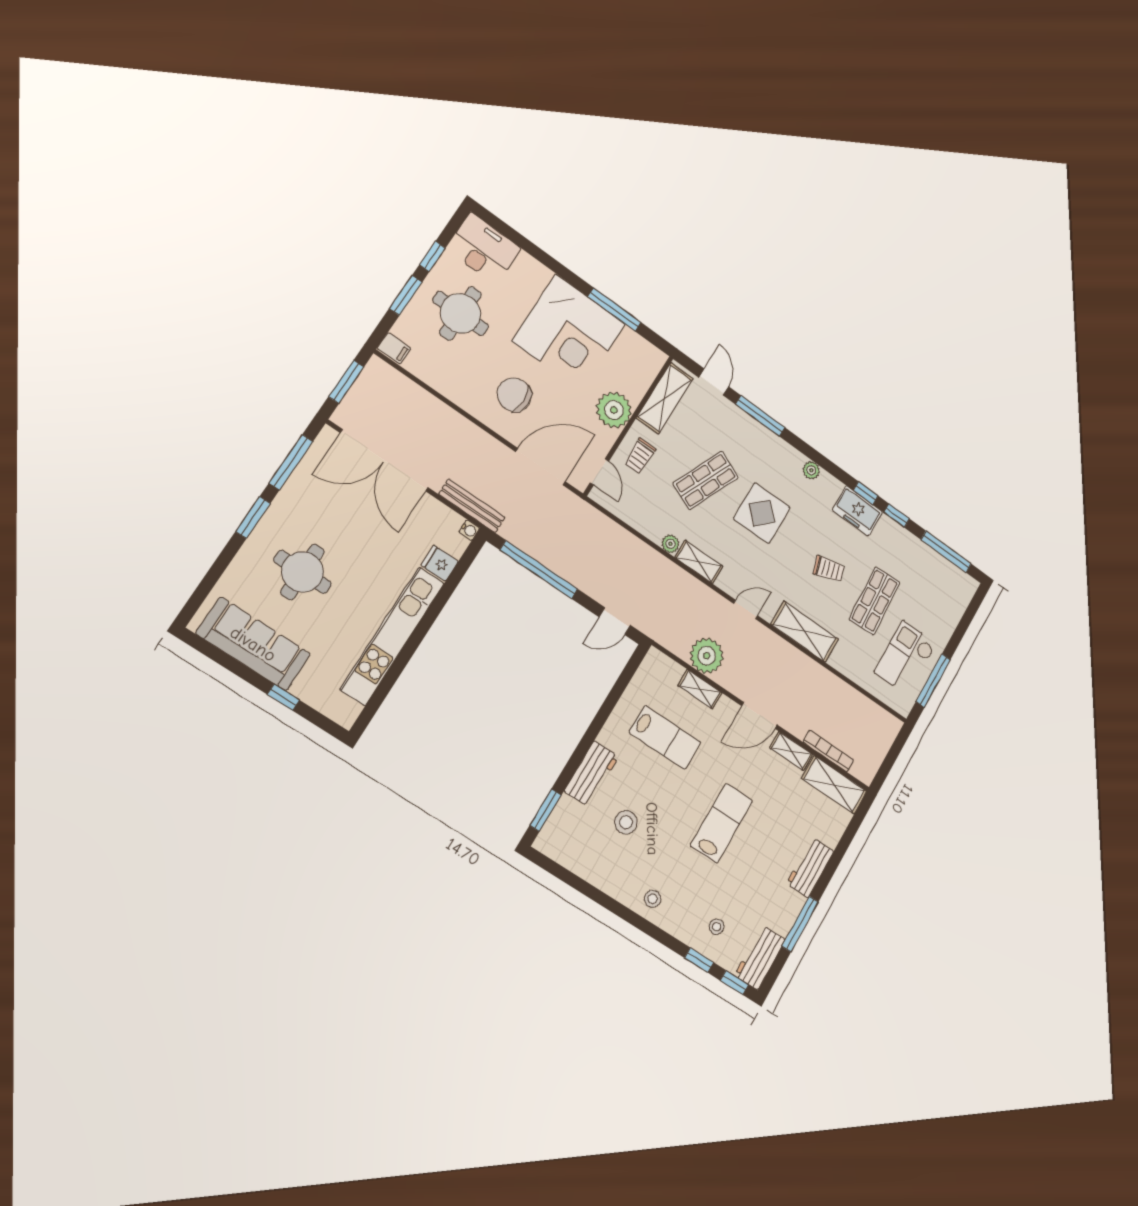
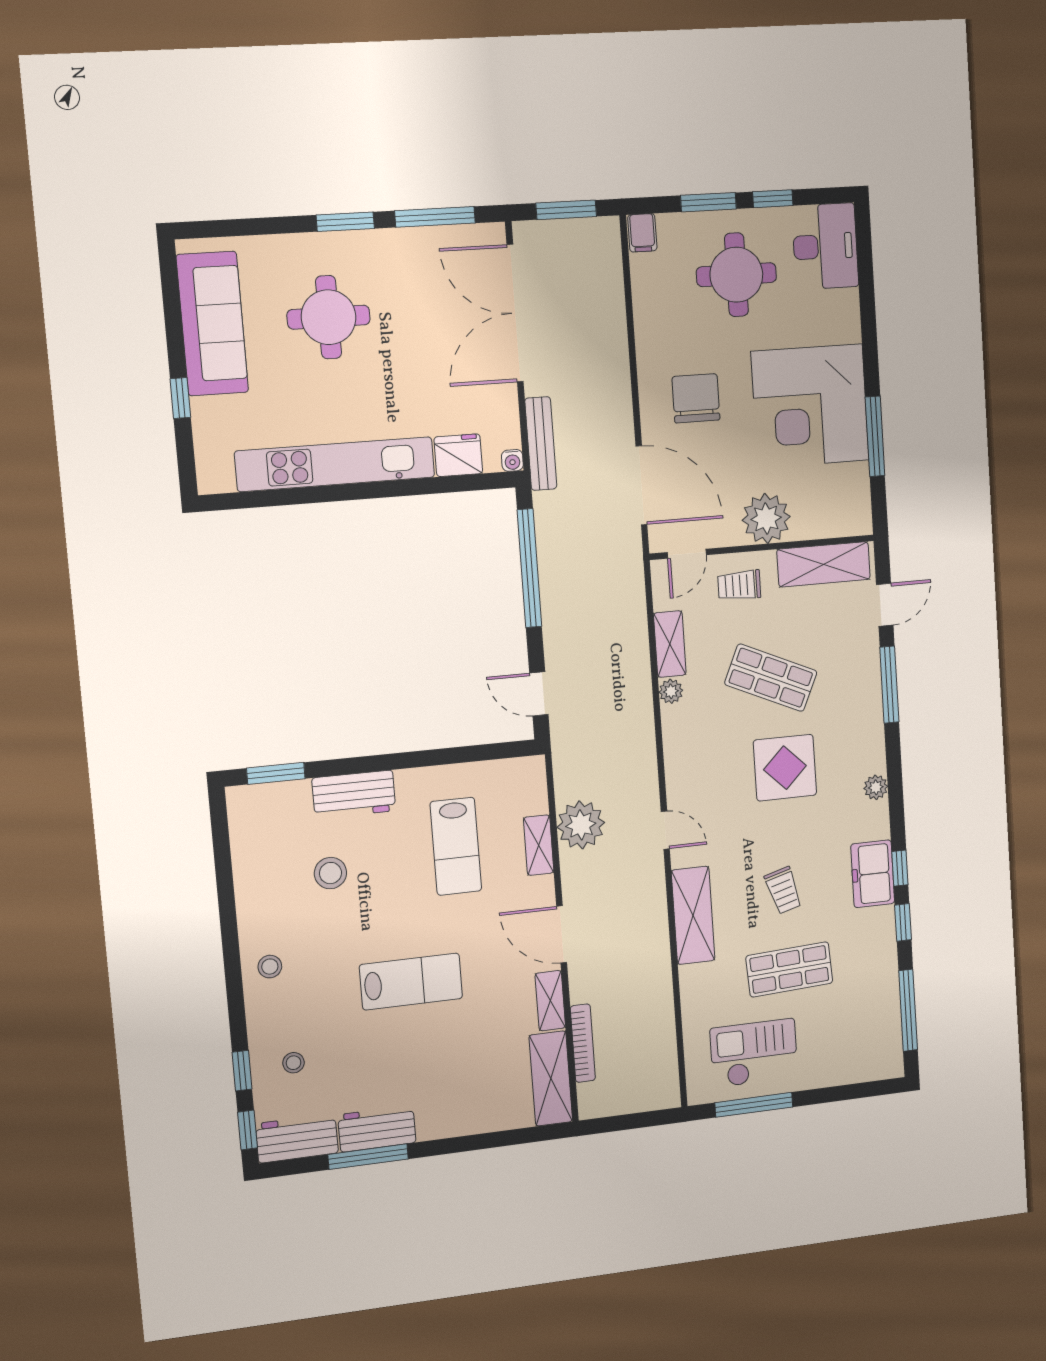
shelving: (699, 562) -> (670, 644), moved
fridge: (440, 563) -> (458, 455), width x1.38
workbench: (810, 867) -> (377, 1129), moved

